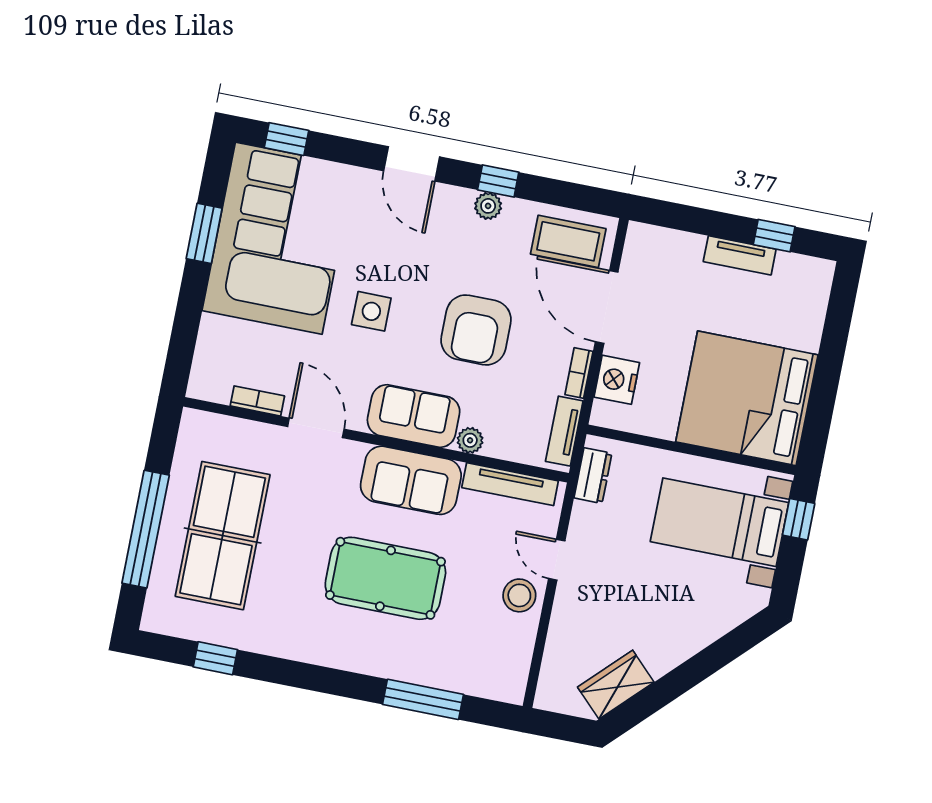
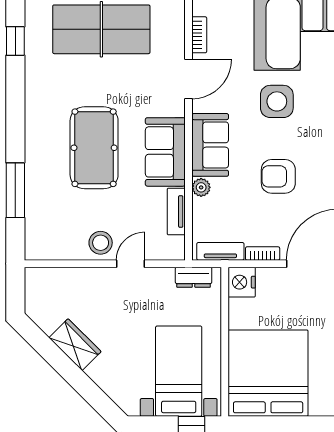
side table: (371, 311) -> (277, 101), width x1.37, depth x1.37
armchair: (476, 330) -> (278, 176), width x0.73, depth x0.73
nightstand: (617, 380) -> (242, 282), moved, turned -90
tv unit: (510, 484) -> (176, 211), width x0.71
wardrobe: (616, 685) -> (75, 345), moved

